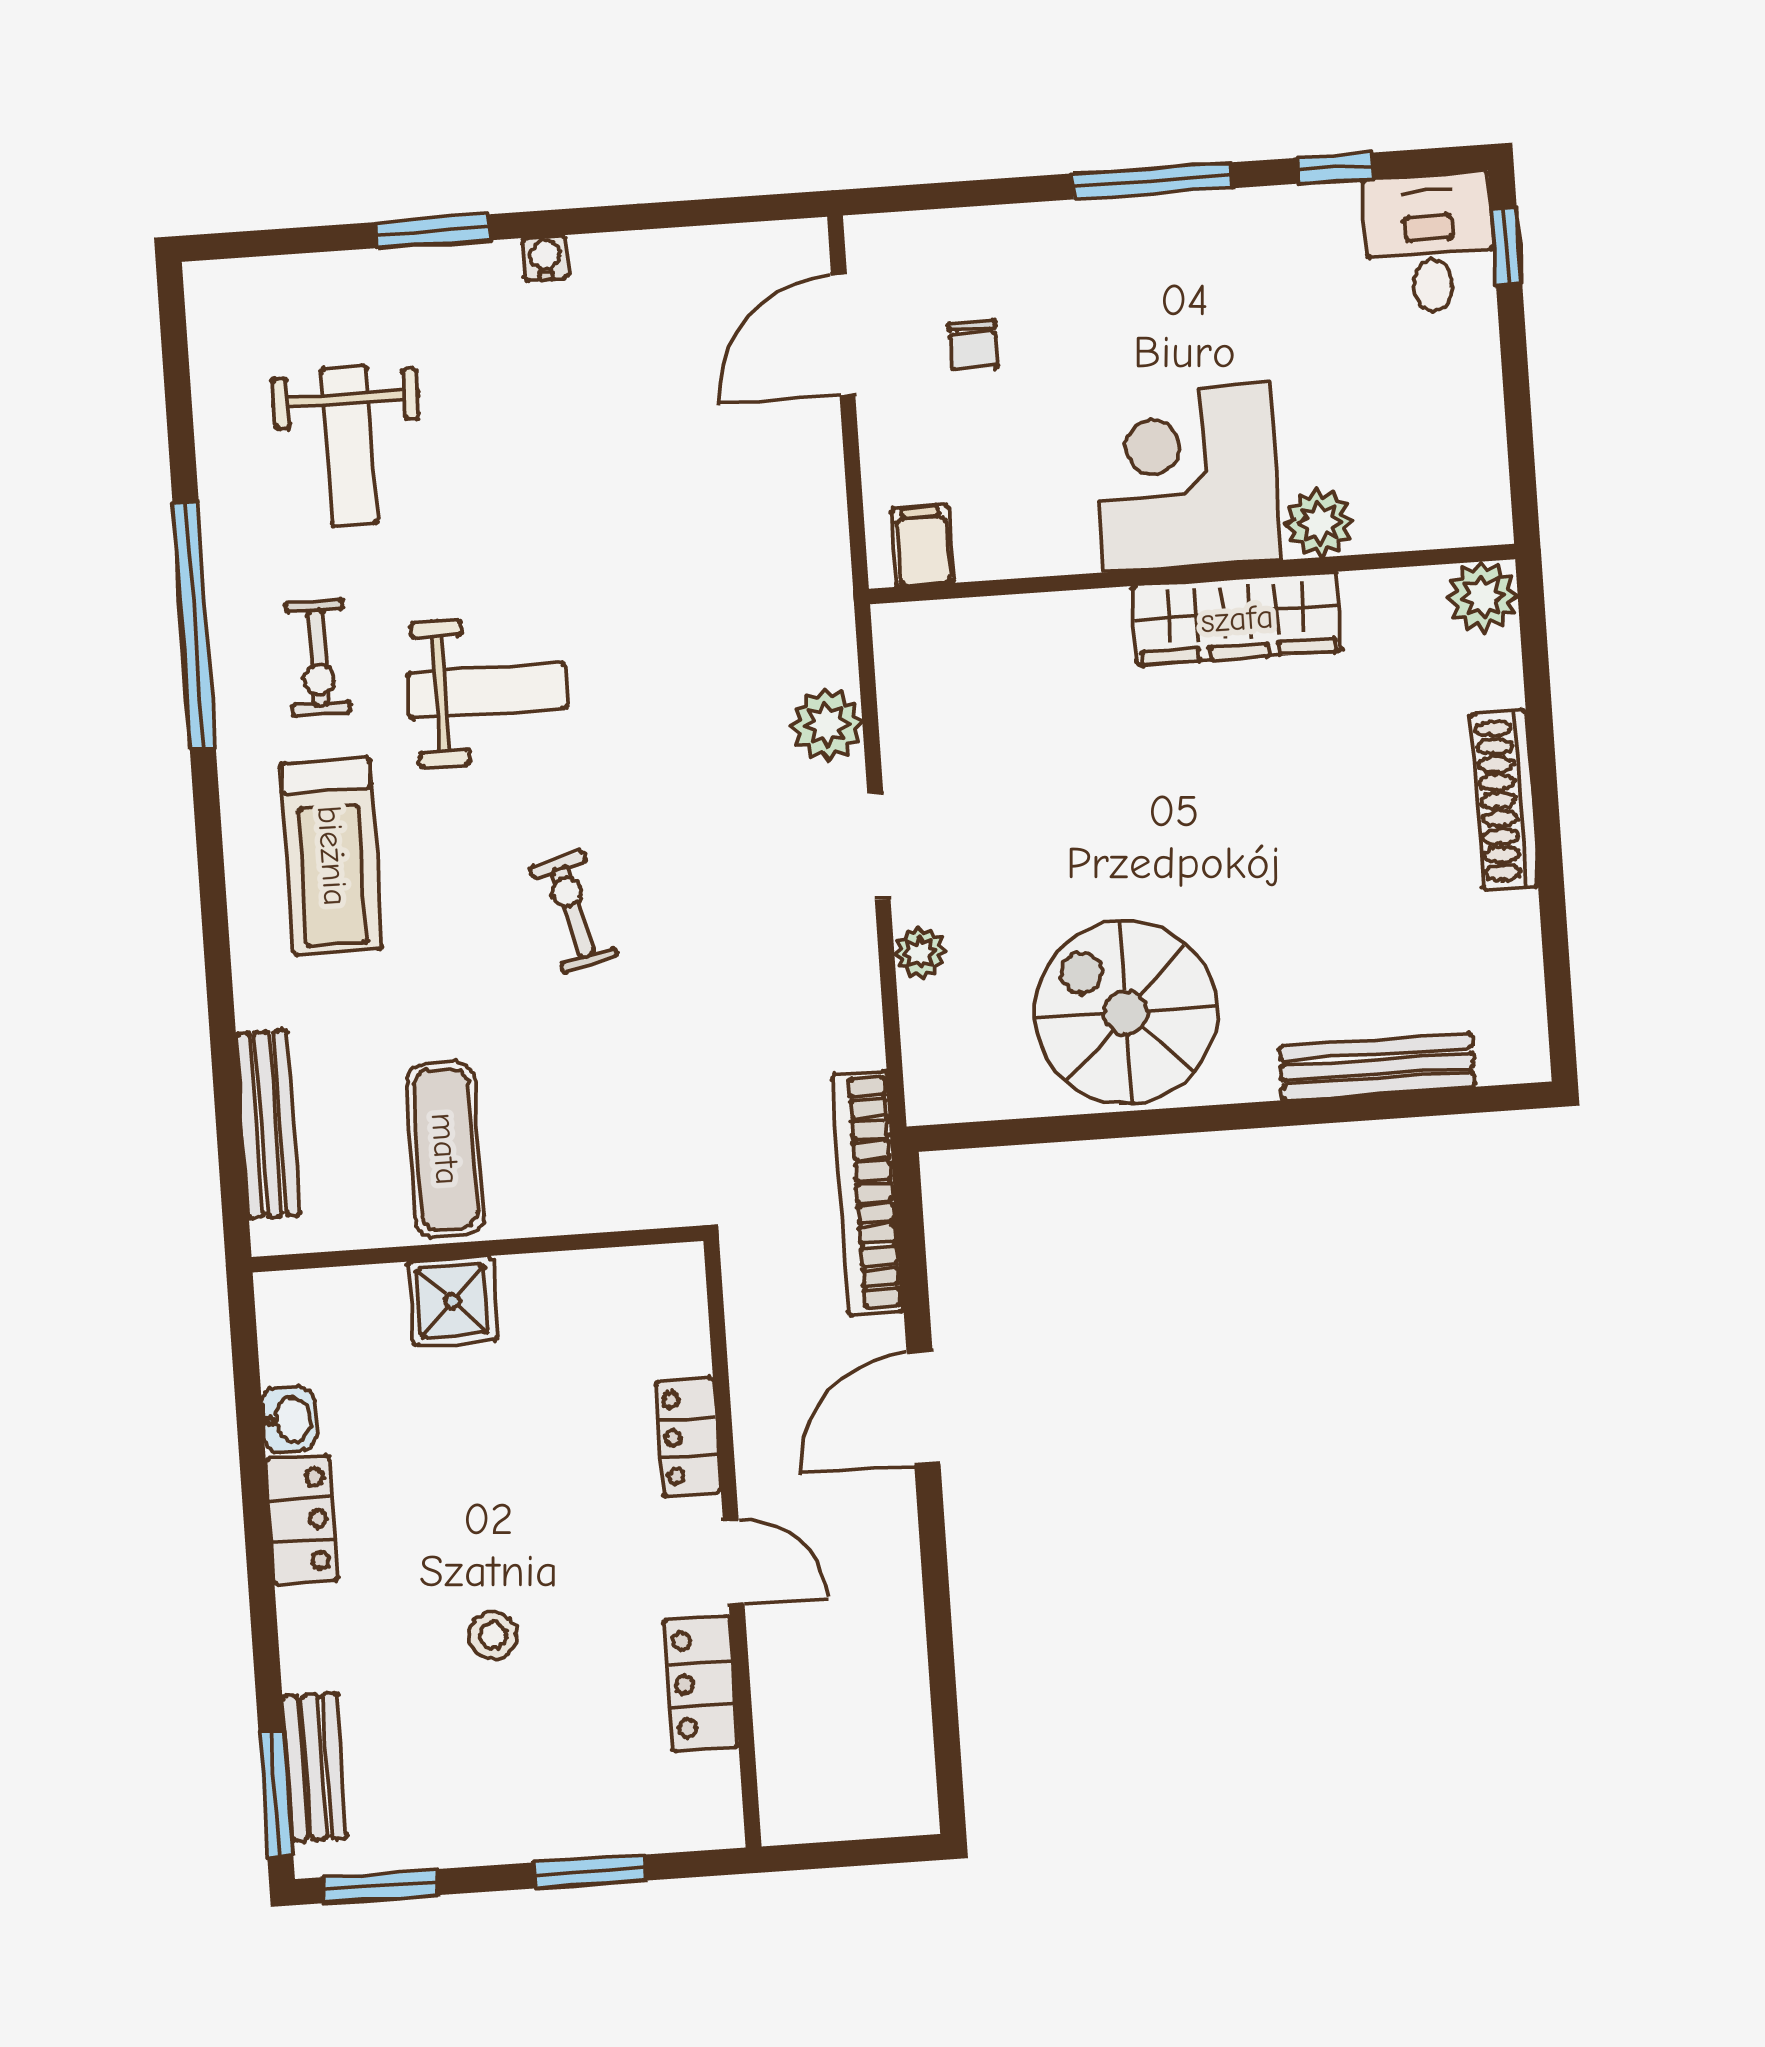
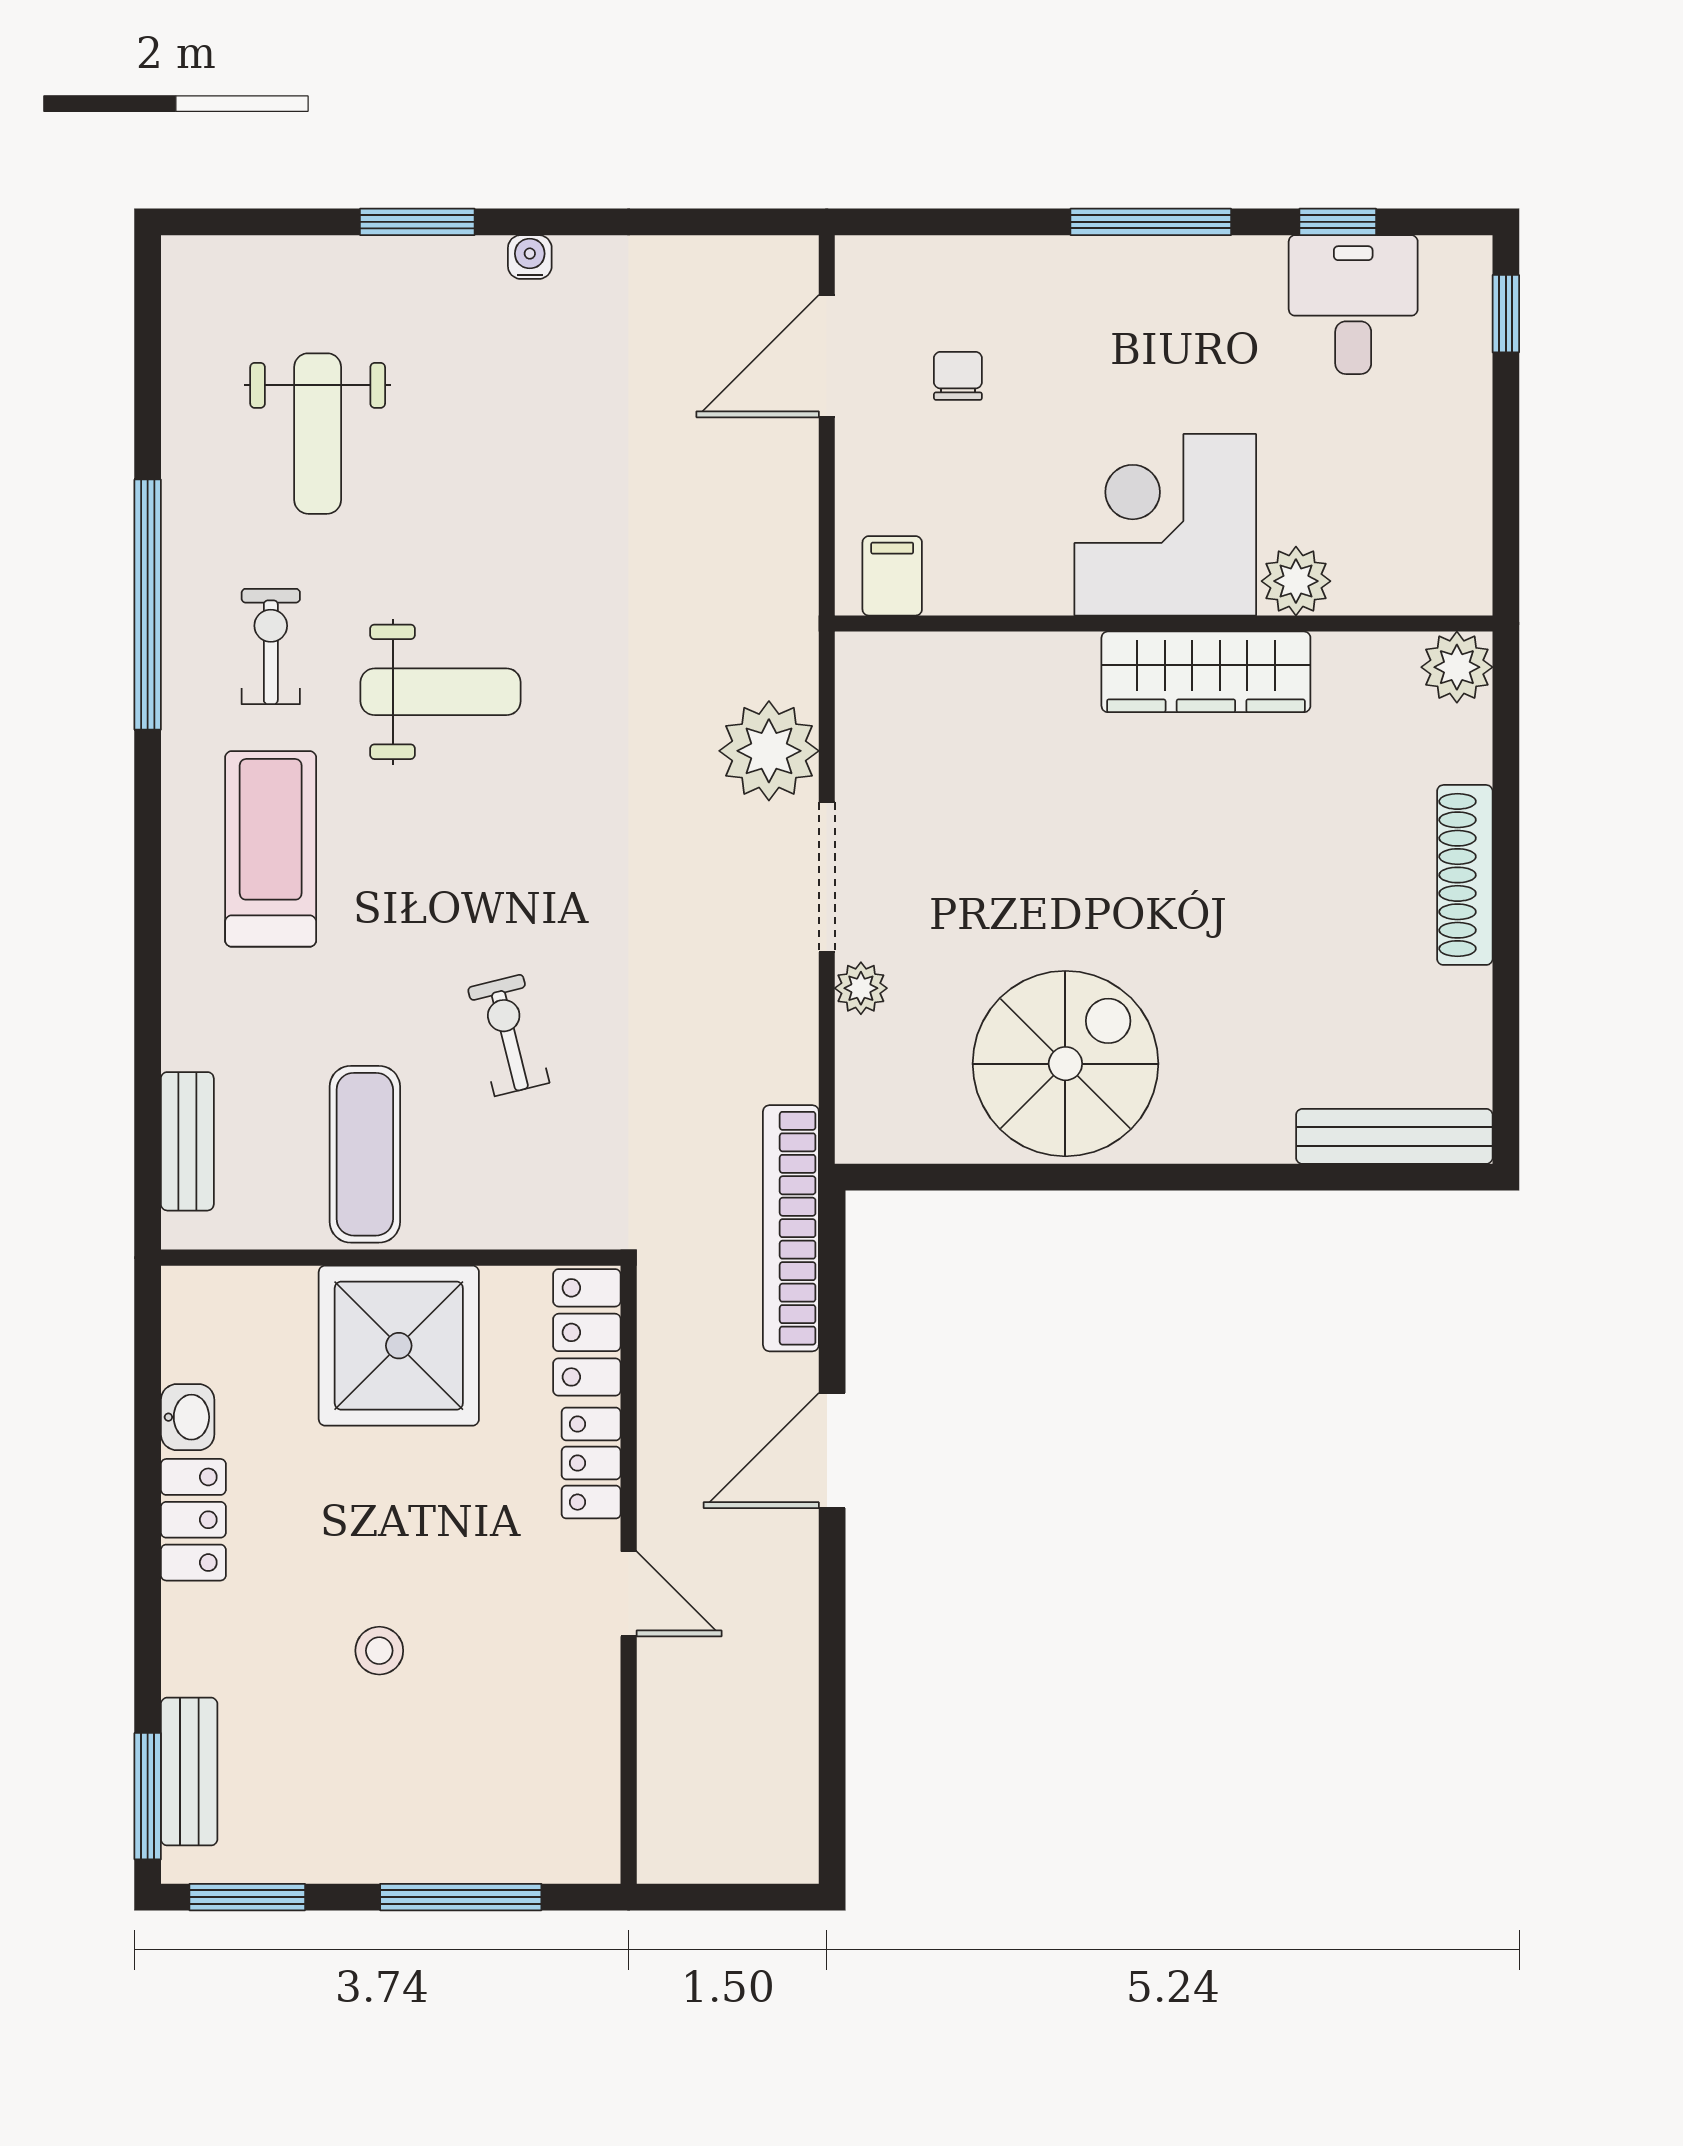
desk: (1430, 243) -> (1353, 305), moved
chair: (973, 345) -> (958, 376), turned 180
exercise bike: (318, 658) -> (271, 647), turned 180
plant: (827, 725) -> (769, 751), width x1.36, depth x1.36
doorway: (879, 846) -> (827, 877), width x1.38
treadmill: (332, 856) -> (271, 849), turned 180
exercise bike: (574, 912) -> (509, 1035), moved
spiral stairs: (1126, 1012) -> (1065, 1064), turned 90
bench: (1377, 1067) -> (1394, 1136), moved
bench: (268, 1124) -> (187, 1141), width x0.73
shower: (452, 1301) -> (399, 1346), width x1.86, depth x1.86
locker: (701, 1684) -> (587, 1332), moved
window: (590, 1871) -> (461, 1897), width x1.44

